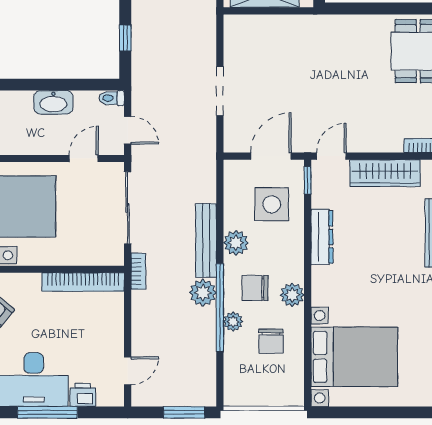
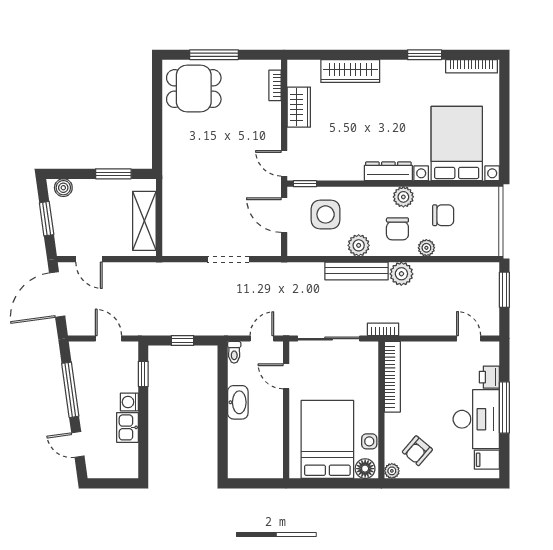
wardrobe: (385, 173) -> (299, 107), width x0.67
dresser: (322, 237) -> (388, 171), moved
window: (220, 308) -> (414, 259), removed

